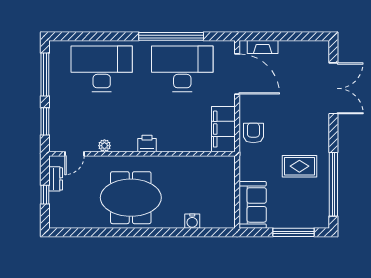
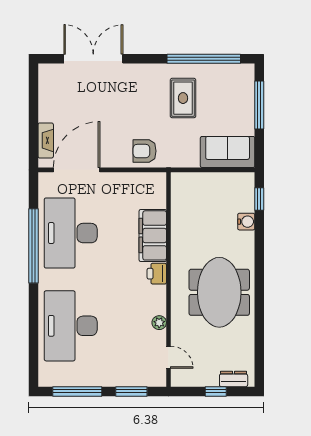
filing cabinet: (223, 129) -> (153, 235), moved, turned 90
dresser: (56, 179) -> (234, 379), moved
window: (212, 232) -> (259, 199), added

